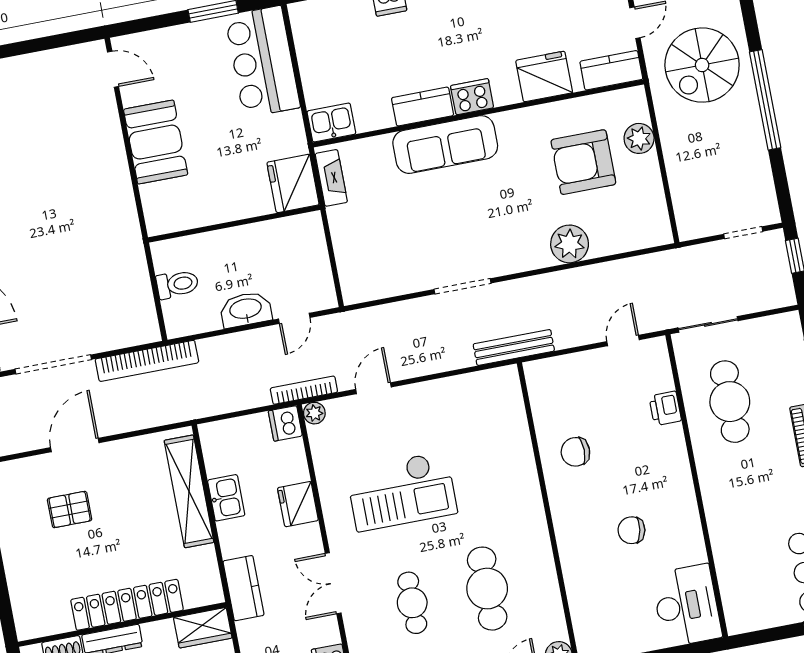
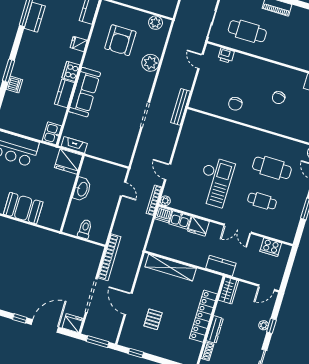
fridge: (544, 77) -> (79, 44), width x0.53, depth x0.75
plant: (639, 138) -> (156, 23), moved
washbasin: (246, 310) -> (82, 189), moved, turned 180
printer: (665, 408) -> (226, 55), moved
kitchen sink: (226, 498) -> (180, 220), moved, turned 180

